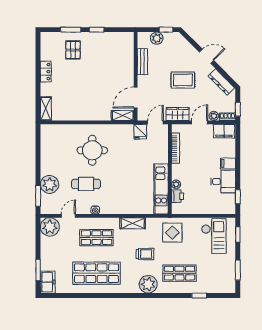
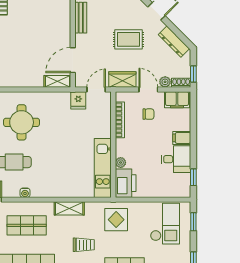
door: (200, 122) -> (148, 89), hinge flipped
chair: (200, 143) -> (148, 114), added
printer: (178, 196) -> (126, 183), width x1.87, depth x1.48

